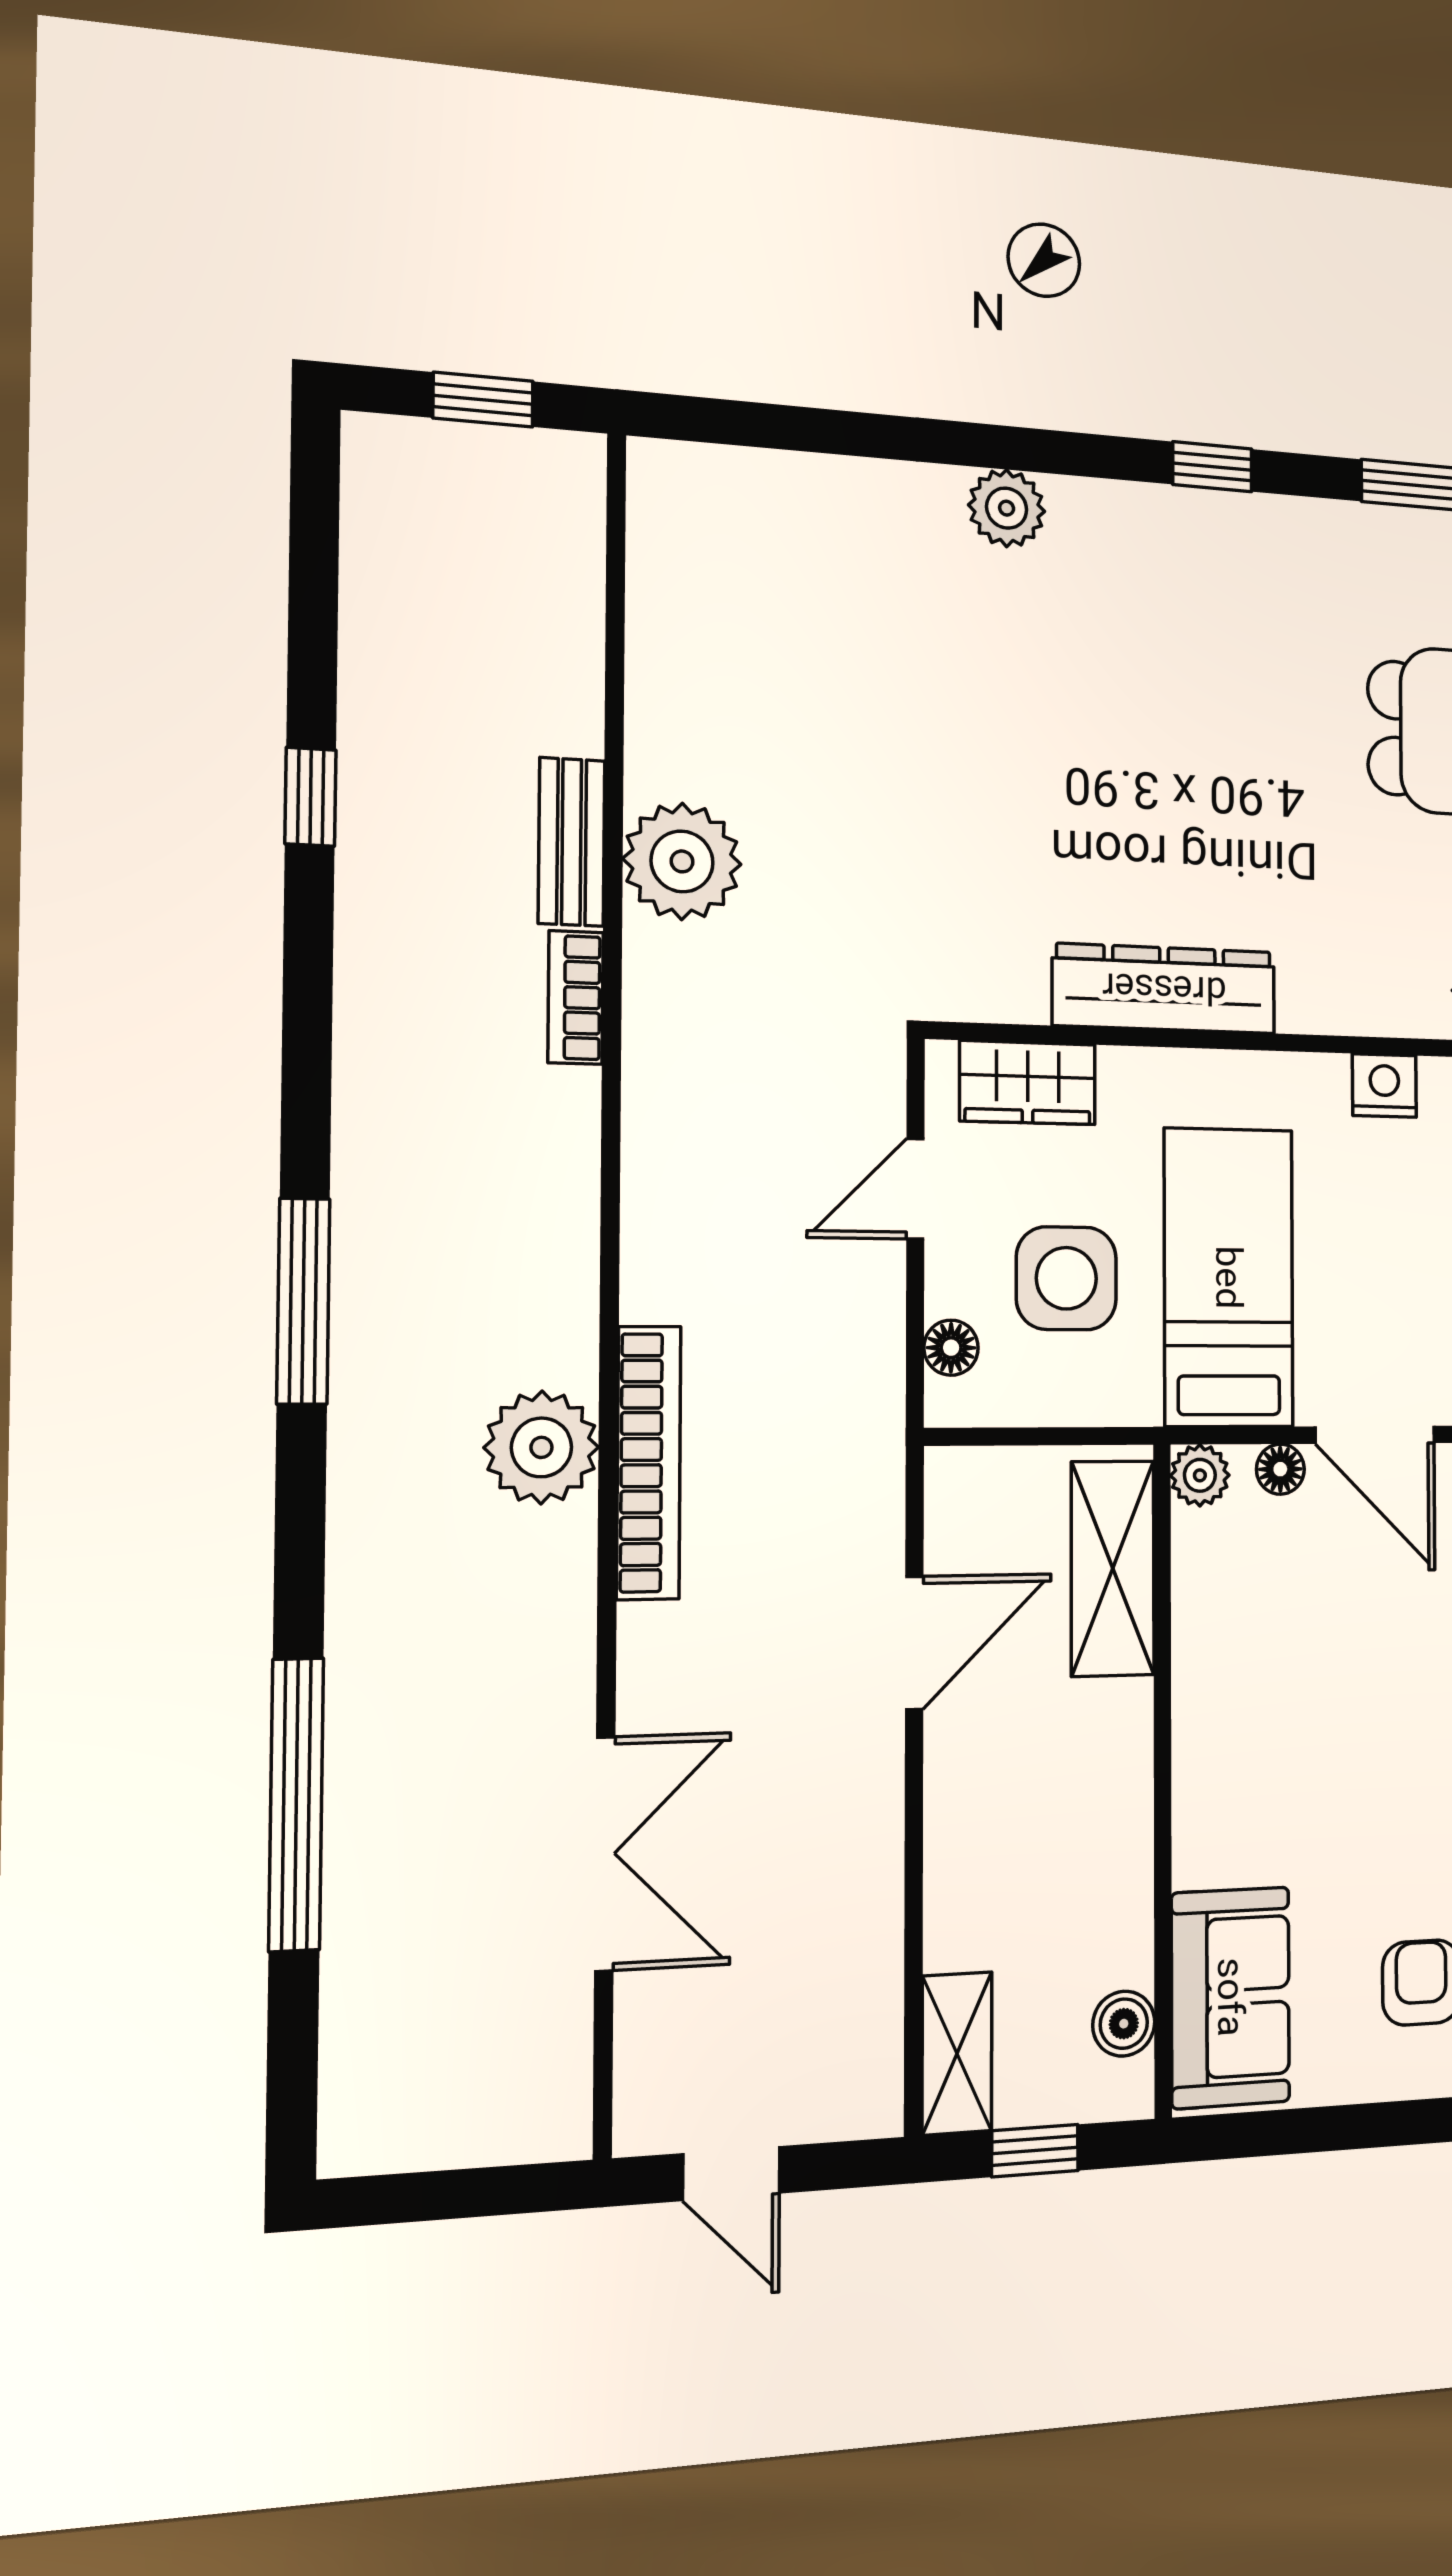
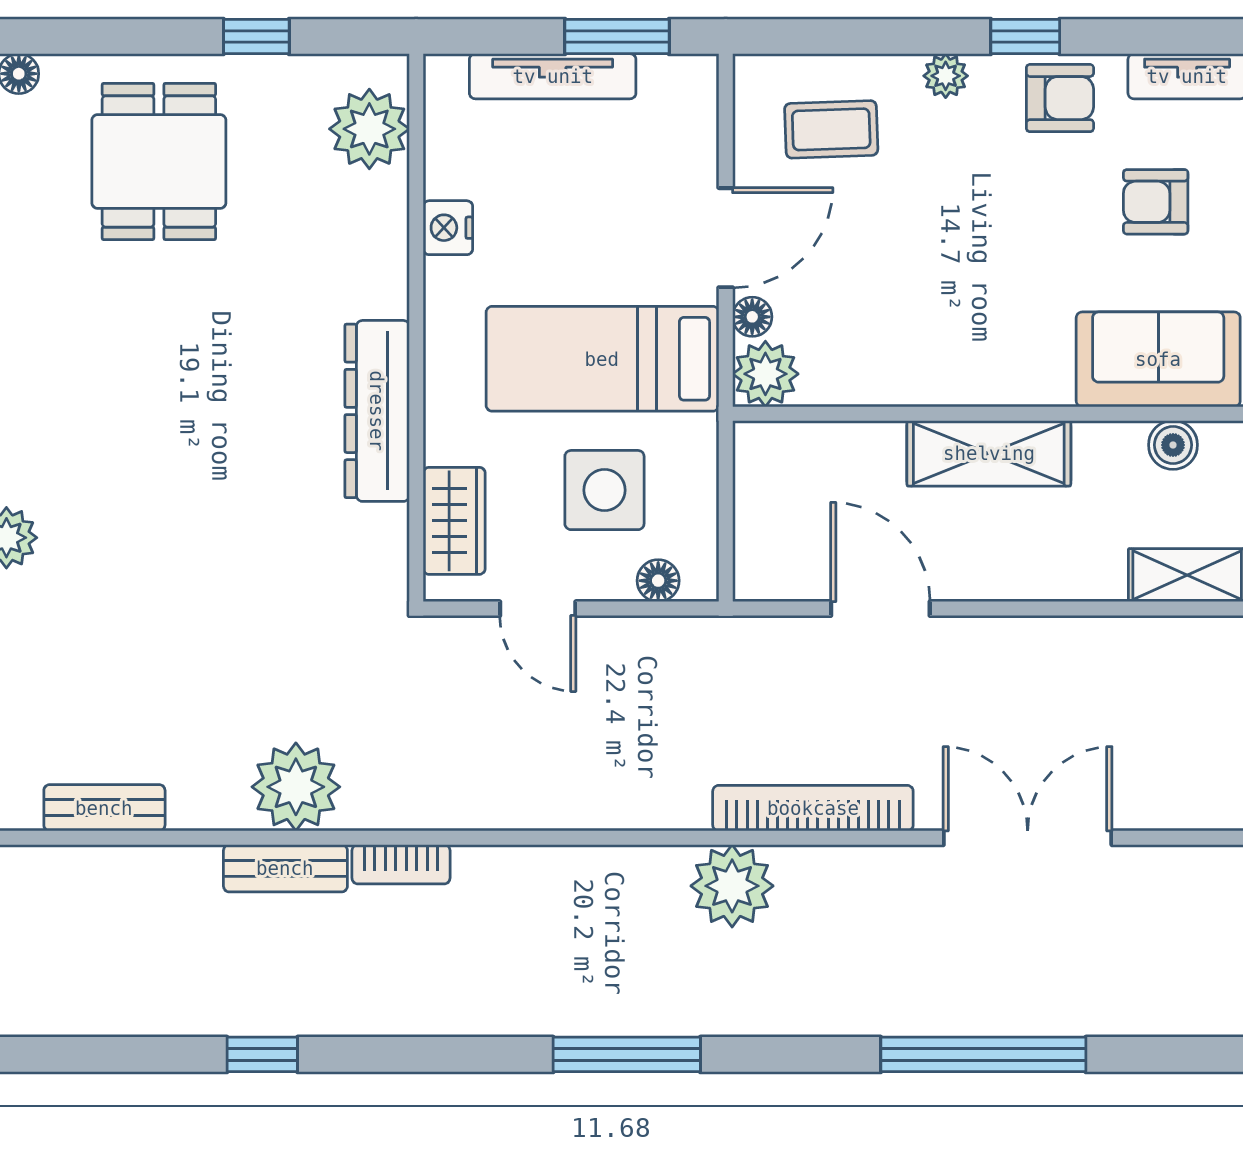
bench: (656, 607) -> (104, 808), added
bookcase: (649, 1463) -> (813, 808), moved
plant: (1200, 1475) -> (765, 374), width x1.38, depth x1.38
shelving: (1113, 1568) -> (989, 453), moved

